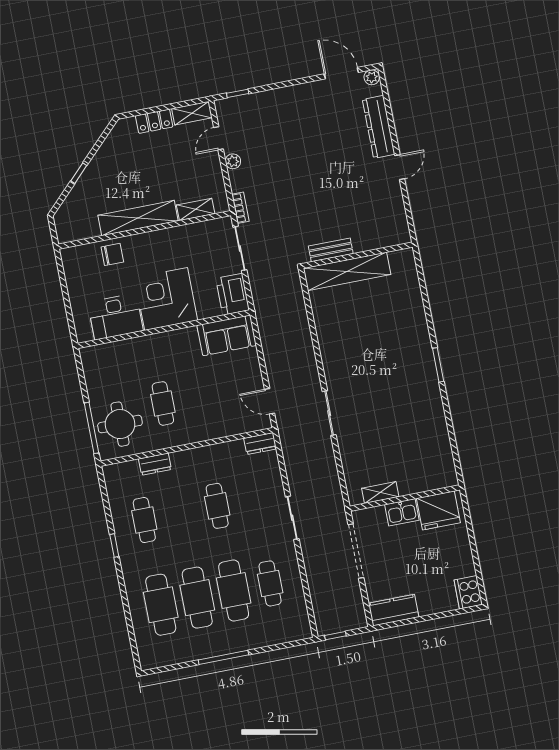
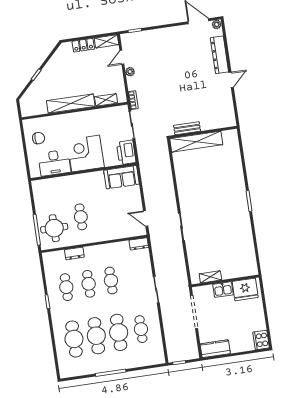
chair: (112, 254) -> (38, 138), moved
cafe table: (181, 513) -> (89, 284), added

